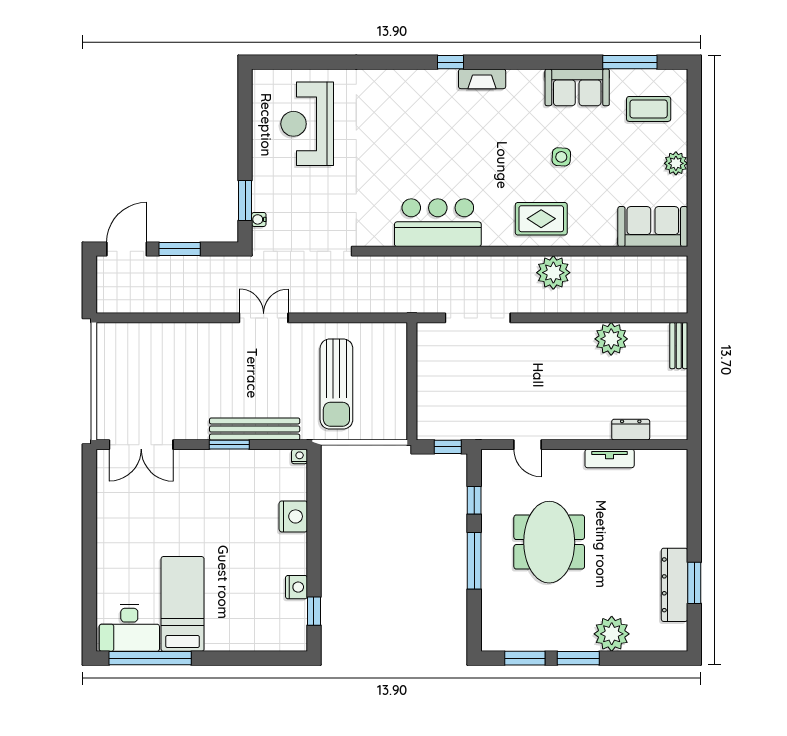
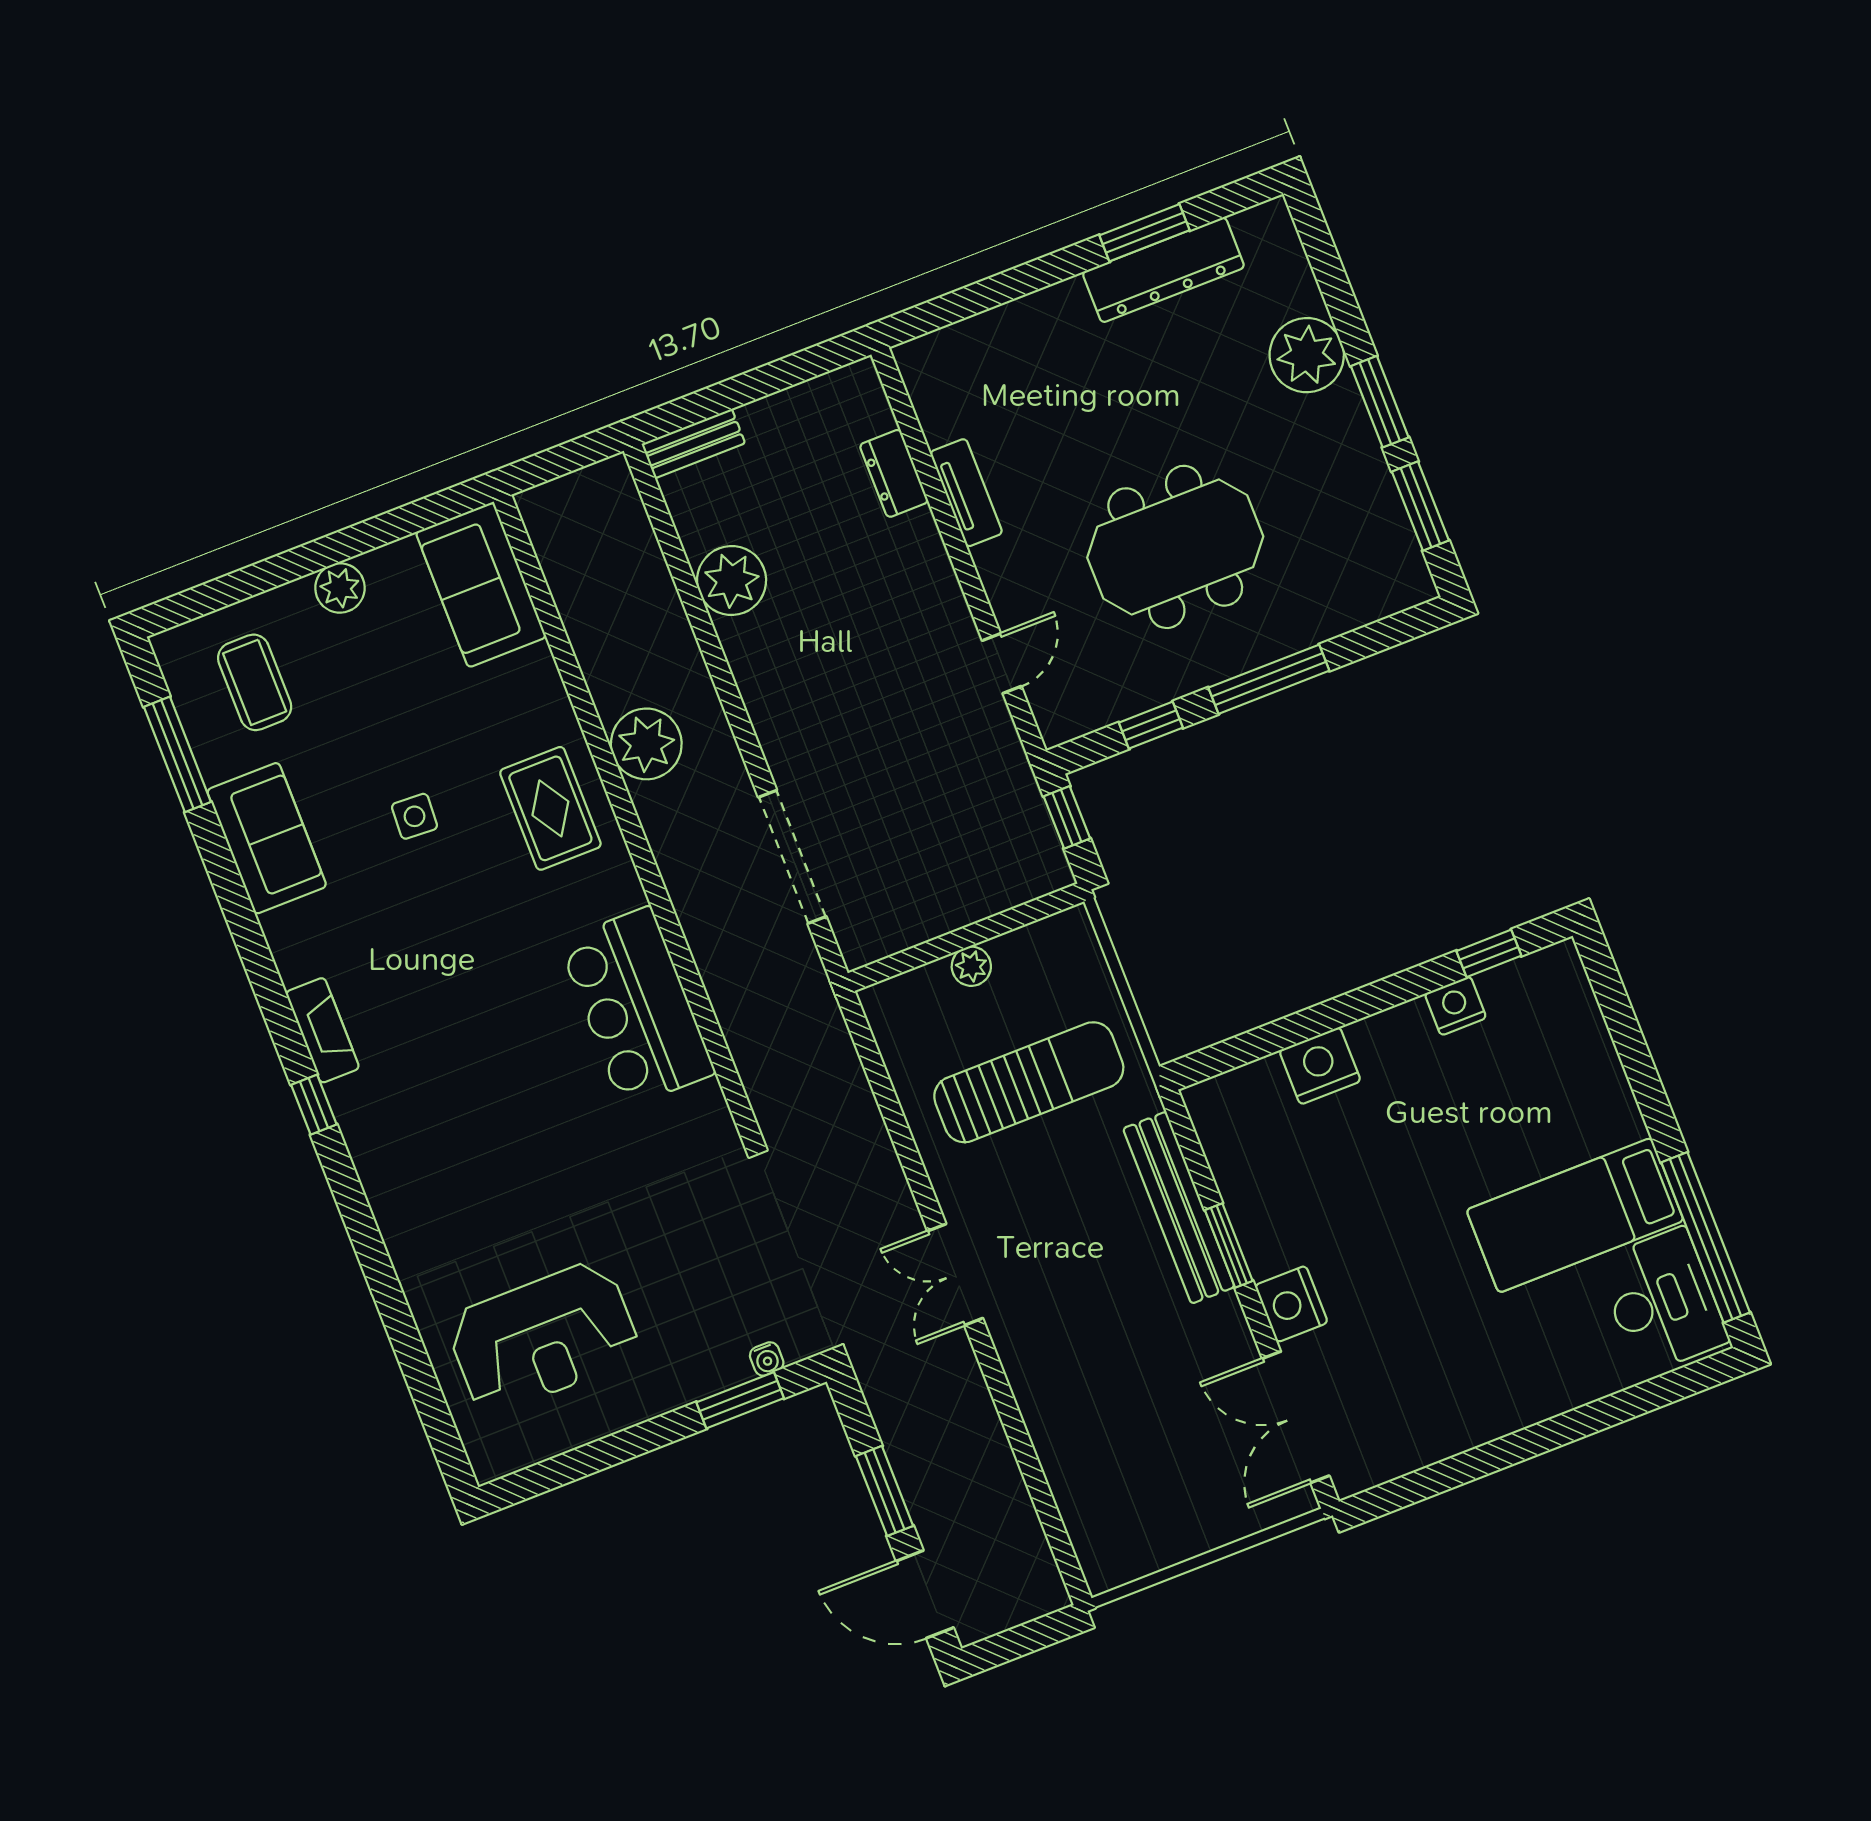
plant: (398, 379) -> (971, 966), added
double door: (141, 445) -> (1296, 1417), swing flipped
nightstand: (300, 456) -> (1291, 1304), moved, width x1.89, depth x1.79

